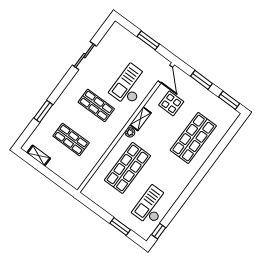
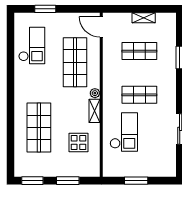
door: (165, 74) -> (101, 27), moved
shelving: (39, 156) -> (144, 18), moved
window: (159, 231) -> (10, 29), removed

